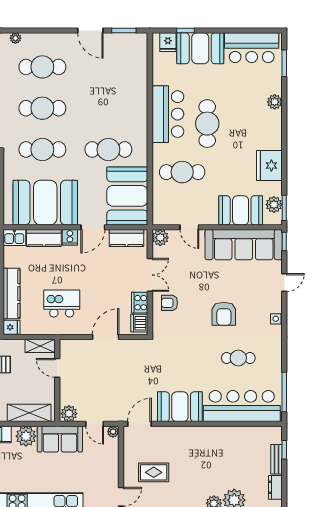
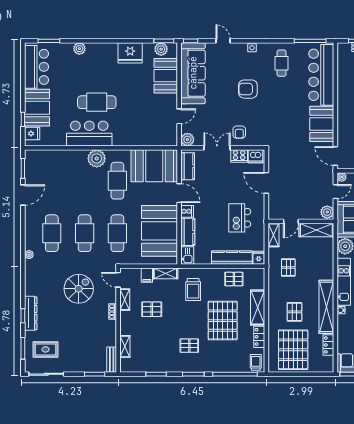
plant: (136, 123) -> (97, 158), added
cafe table: (182, 172) -> (135, 122), removed
armchair: (224, 314) -> (248, 89), turned 180
cafe table: (238, 358) -> (282, 63), moved
shelving: (29, 413) -> (316, 230), moved, turned 90

